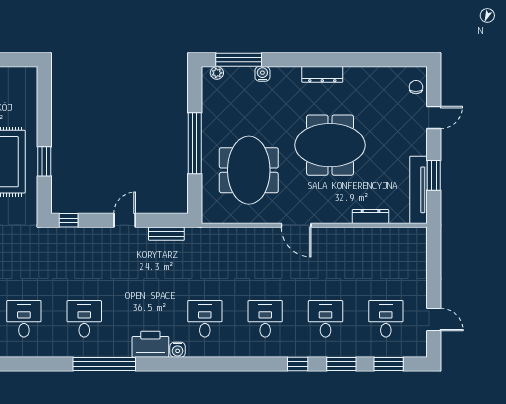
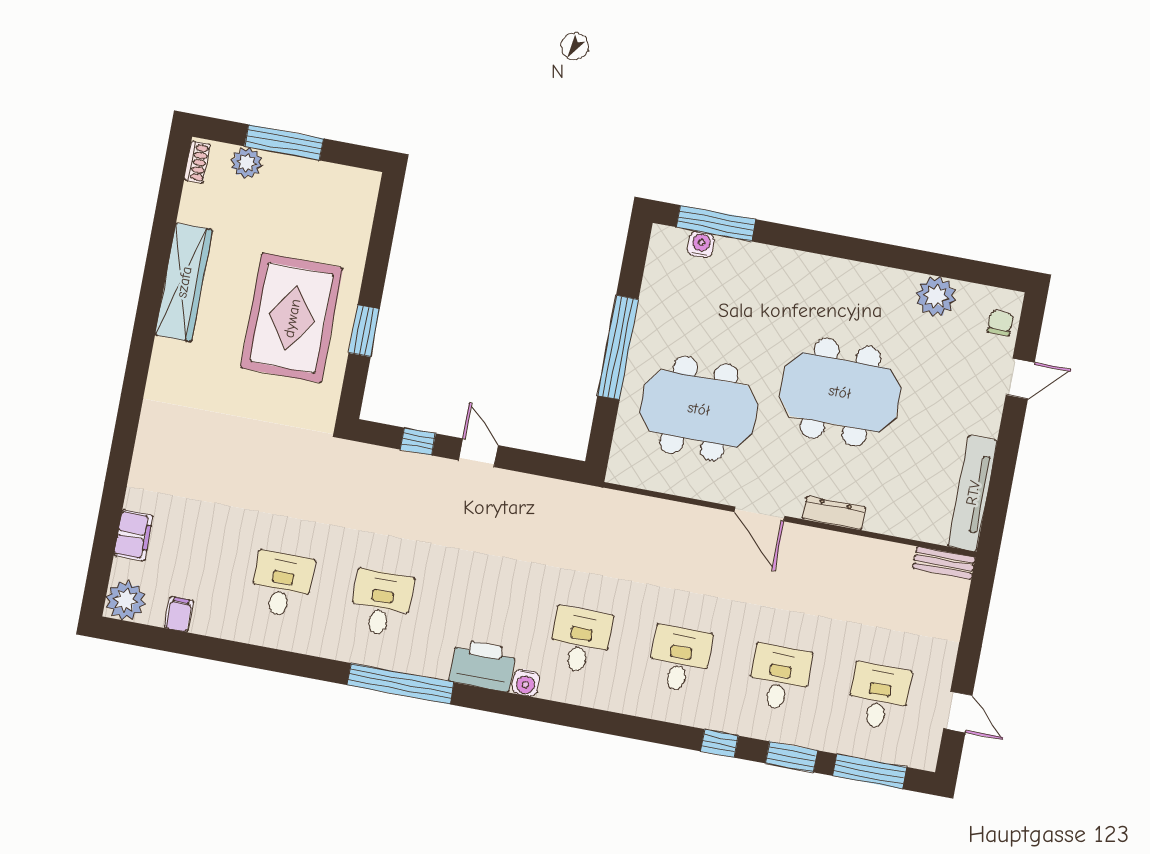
plant: (217, 73) -> (936, 297), moved, width x1.88, depth x1.88
water cooler: (262, 74) -> (701, 244), moved
dresser: (322, 74) -> (849, 273), removed
meeting table: (249, 170) -> (699, 409), turned 90
window: (434, 175) -> (1002, 474), removed
dresser: (371, 217) -> (834, 513), moved
window: (69, 220) -> (418, 441), moved
door: (125, 220) -> (478, 453), hinge flipped
bench: (166, 234) -> (944, 563), moved
window: (389, 364) -> (870, 771), width x1.44

